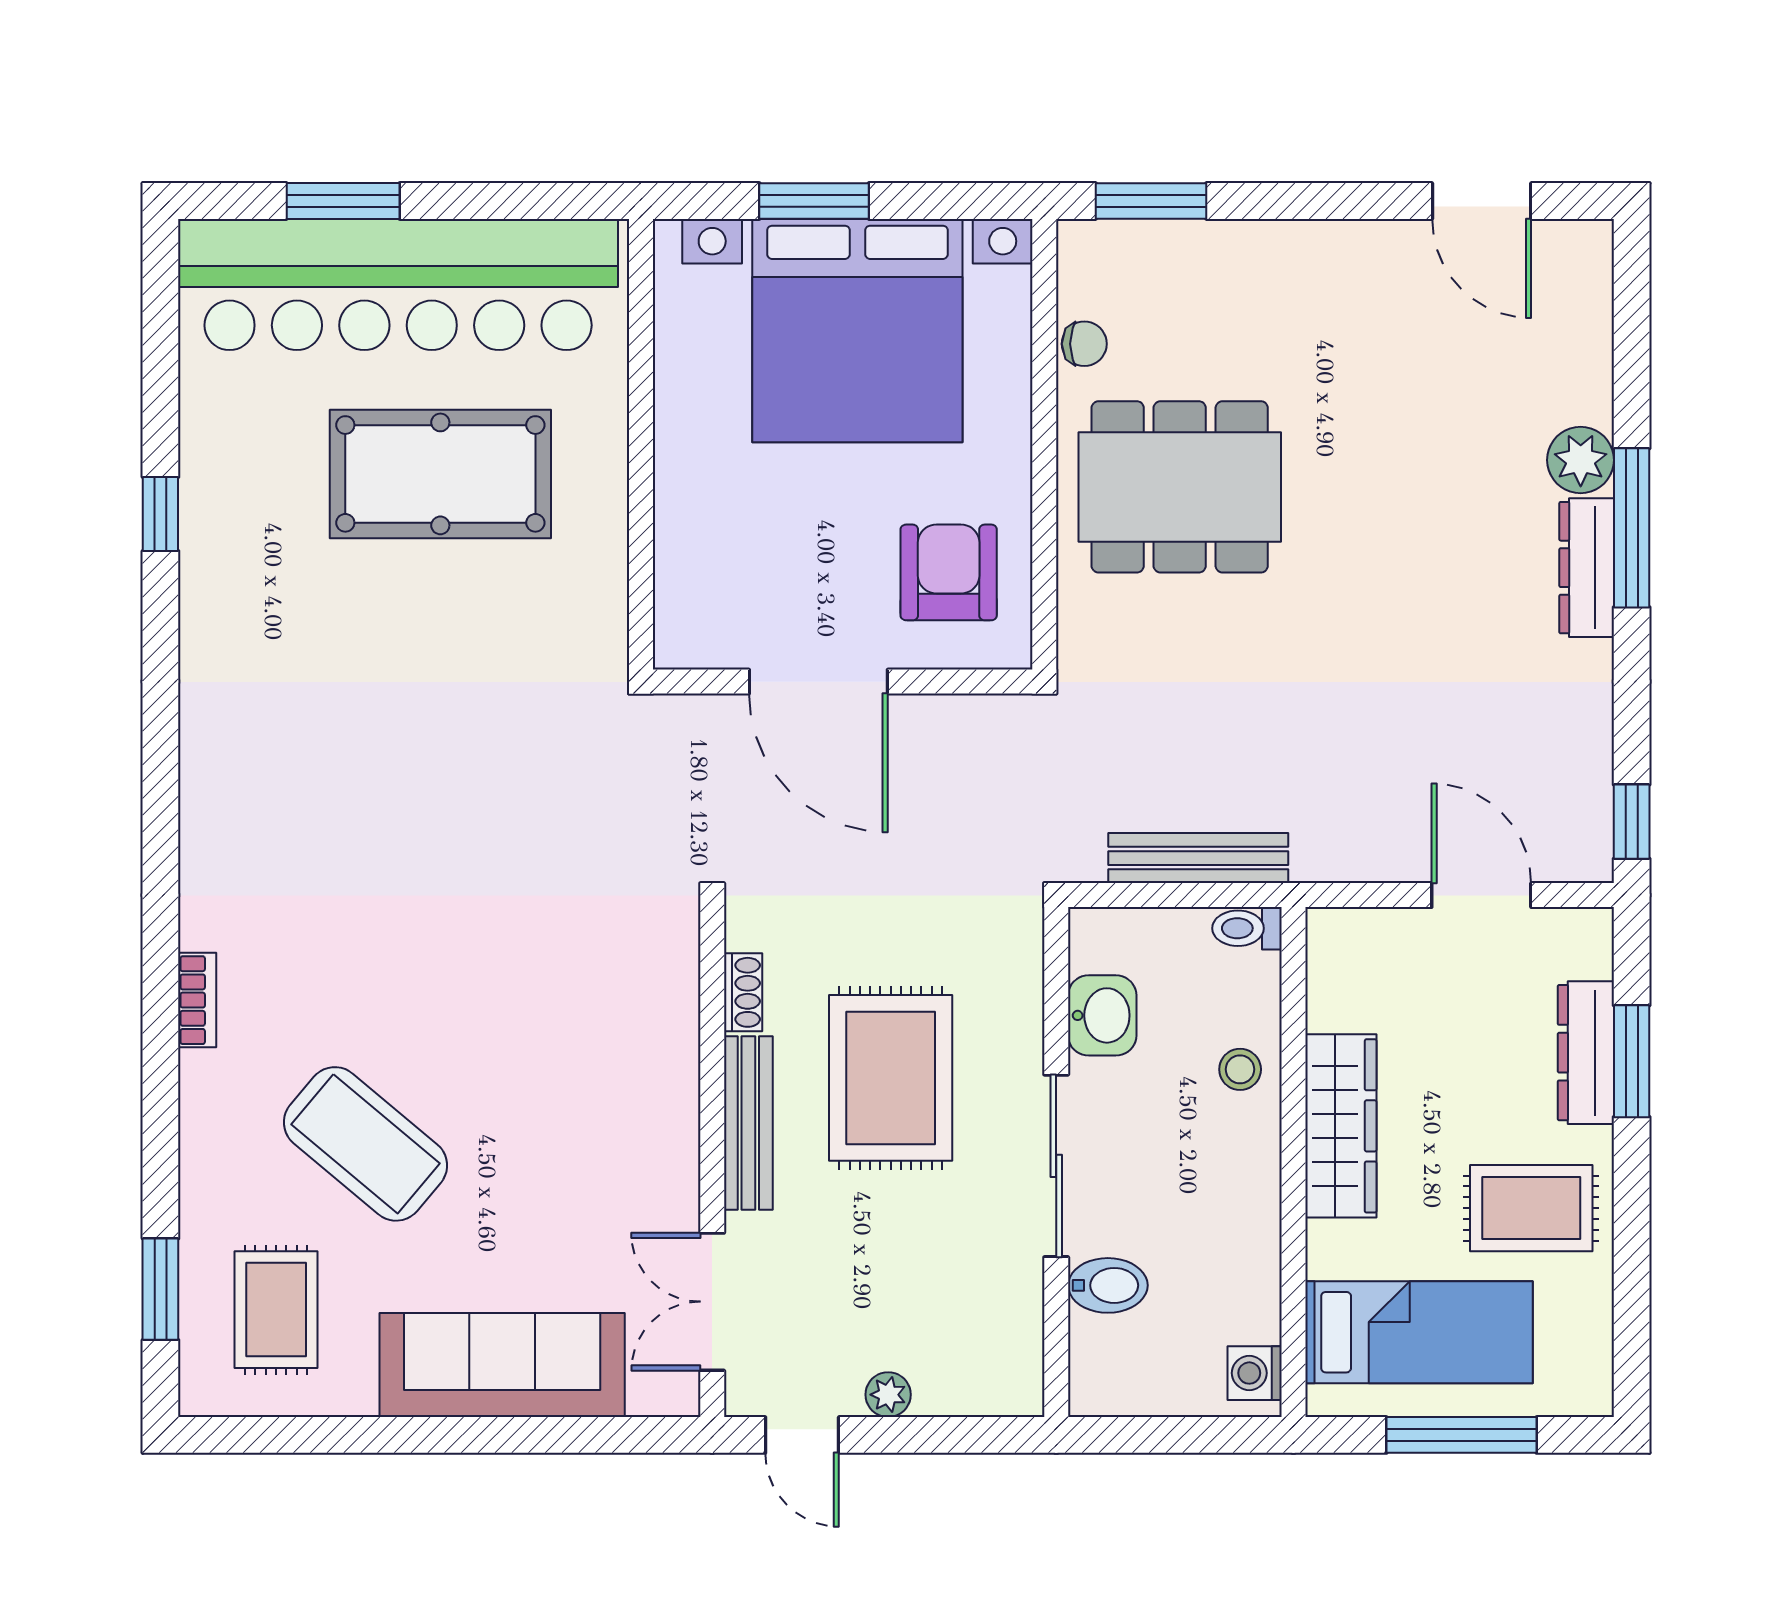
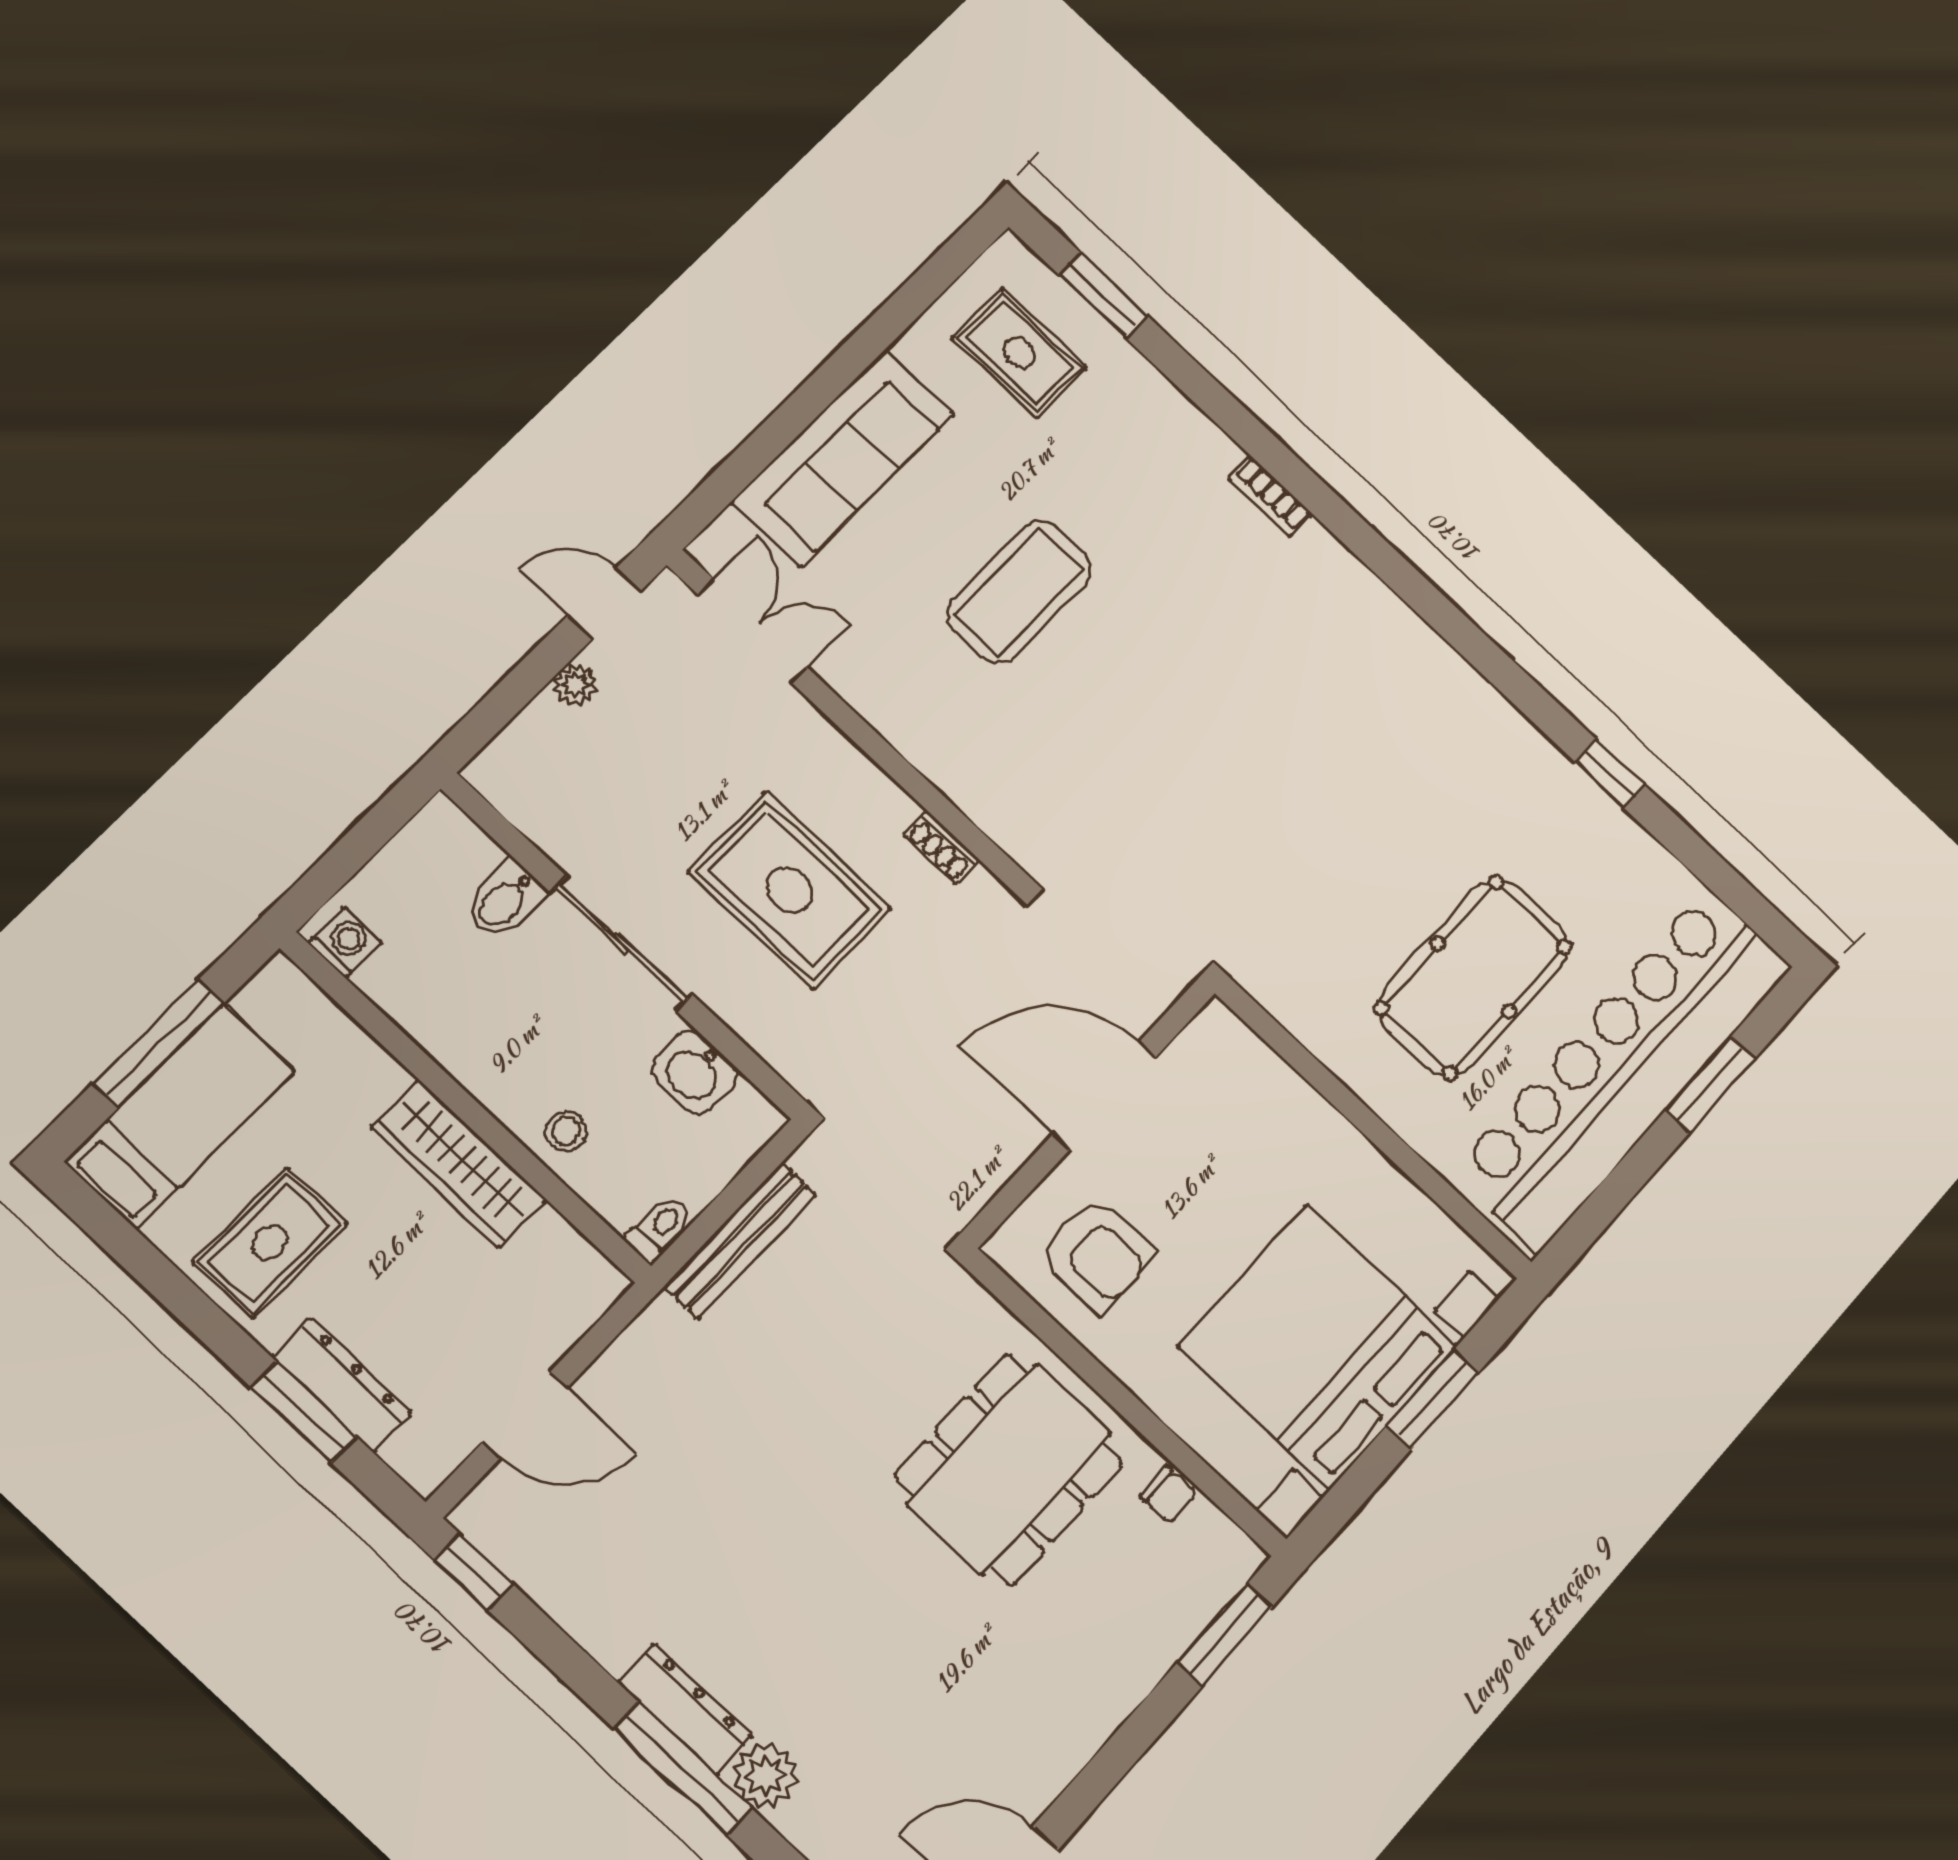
chair: (1084, 344) -> (1168, 1495), turned -90
bench: (748, 1123) -> (850, 768), removed
coffee table: (365, 1144) -> (1019, 592), moved, turned -40
bed: (1419, 1332) -> (180, 1116), moved, turned 180

